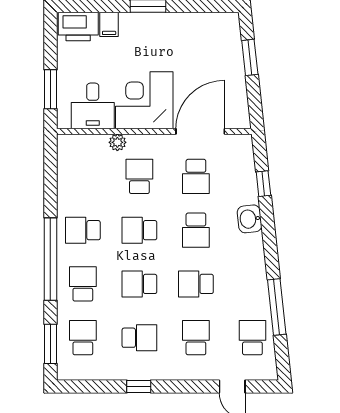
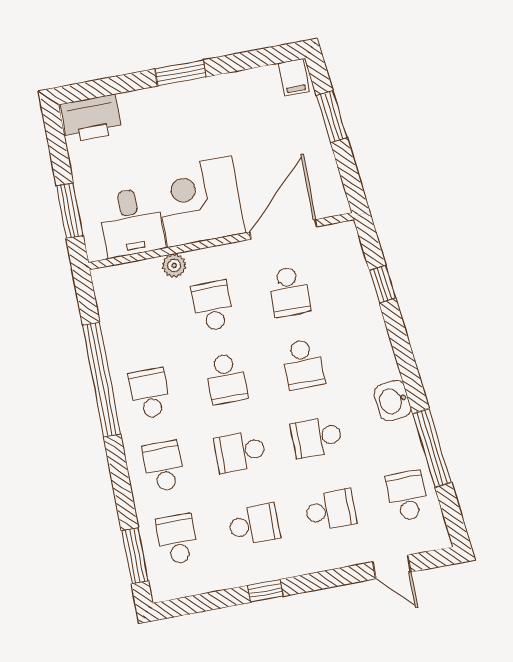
filing cabinet: (109, 24) -> (294, 77), moved
washbasin: (250, 219) -> (392, 401), moved
school desk: (83, 230) -> (150, 393), turned 90
school desk: (139, 230) -> (226, 379), turned -90
window: (50, 259) -> (102, 380), moved
school desk: (196, 338) -> (330, 510), turned 90

